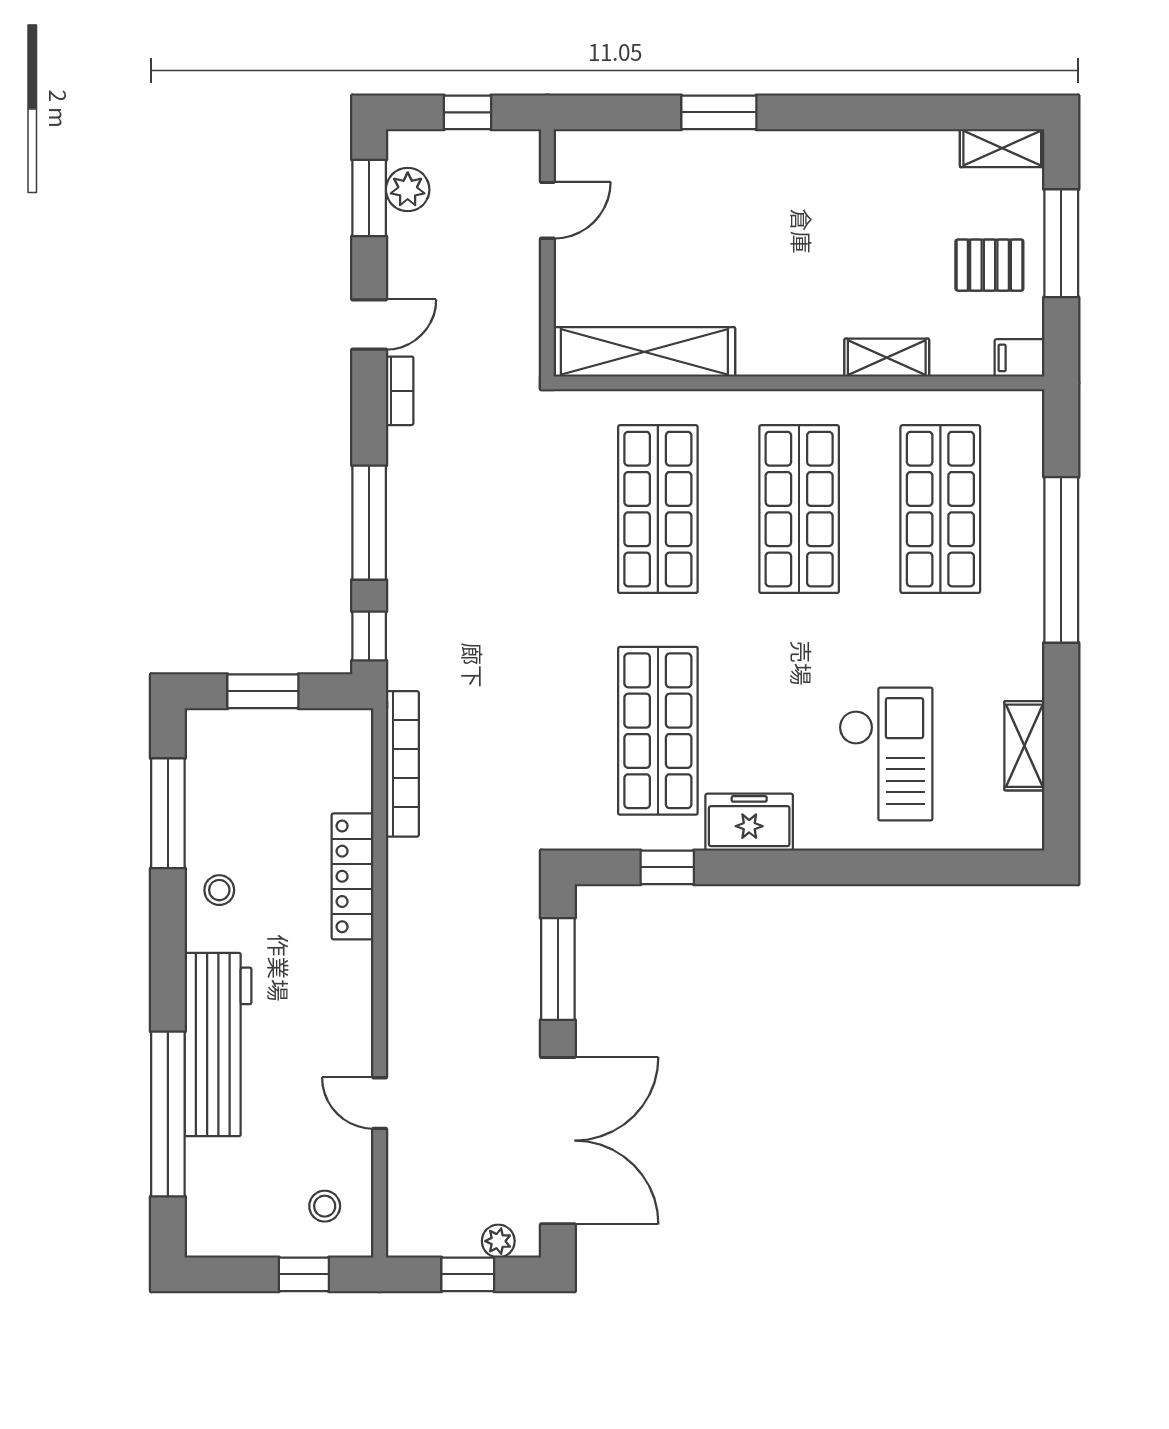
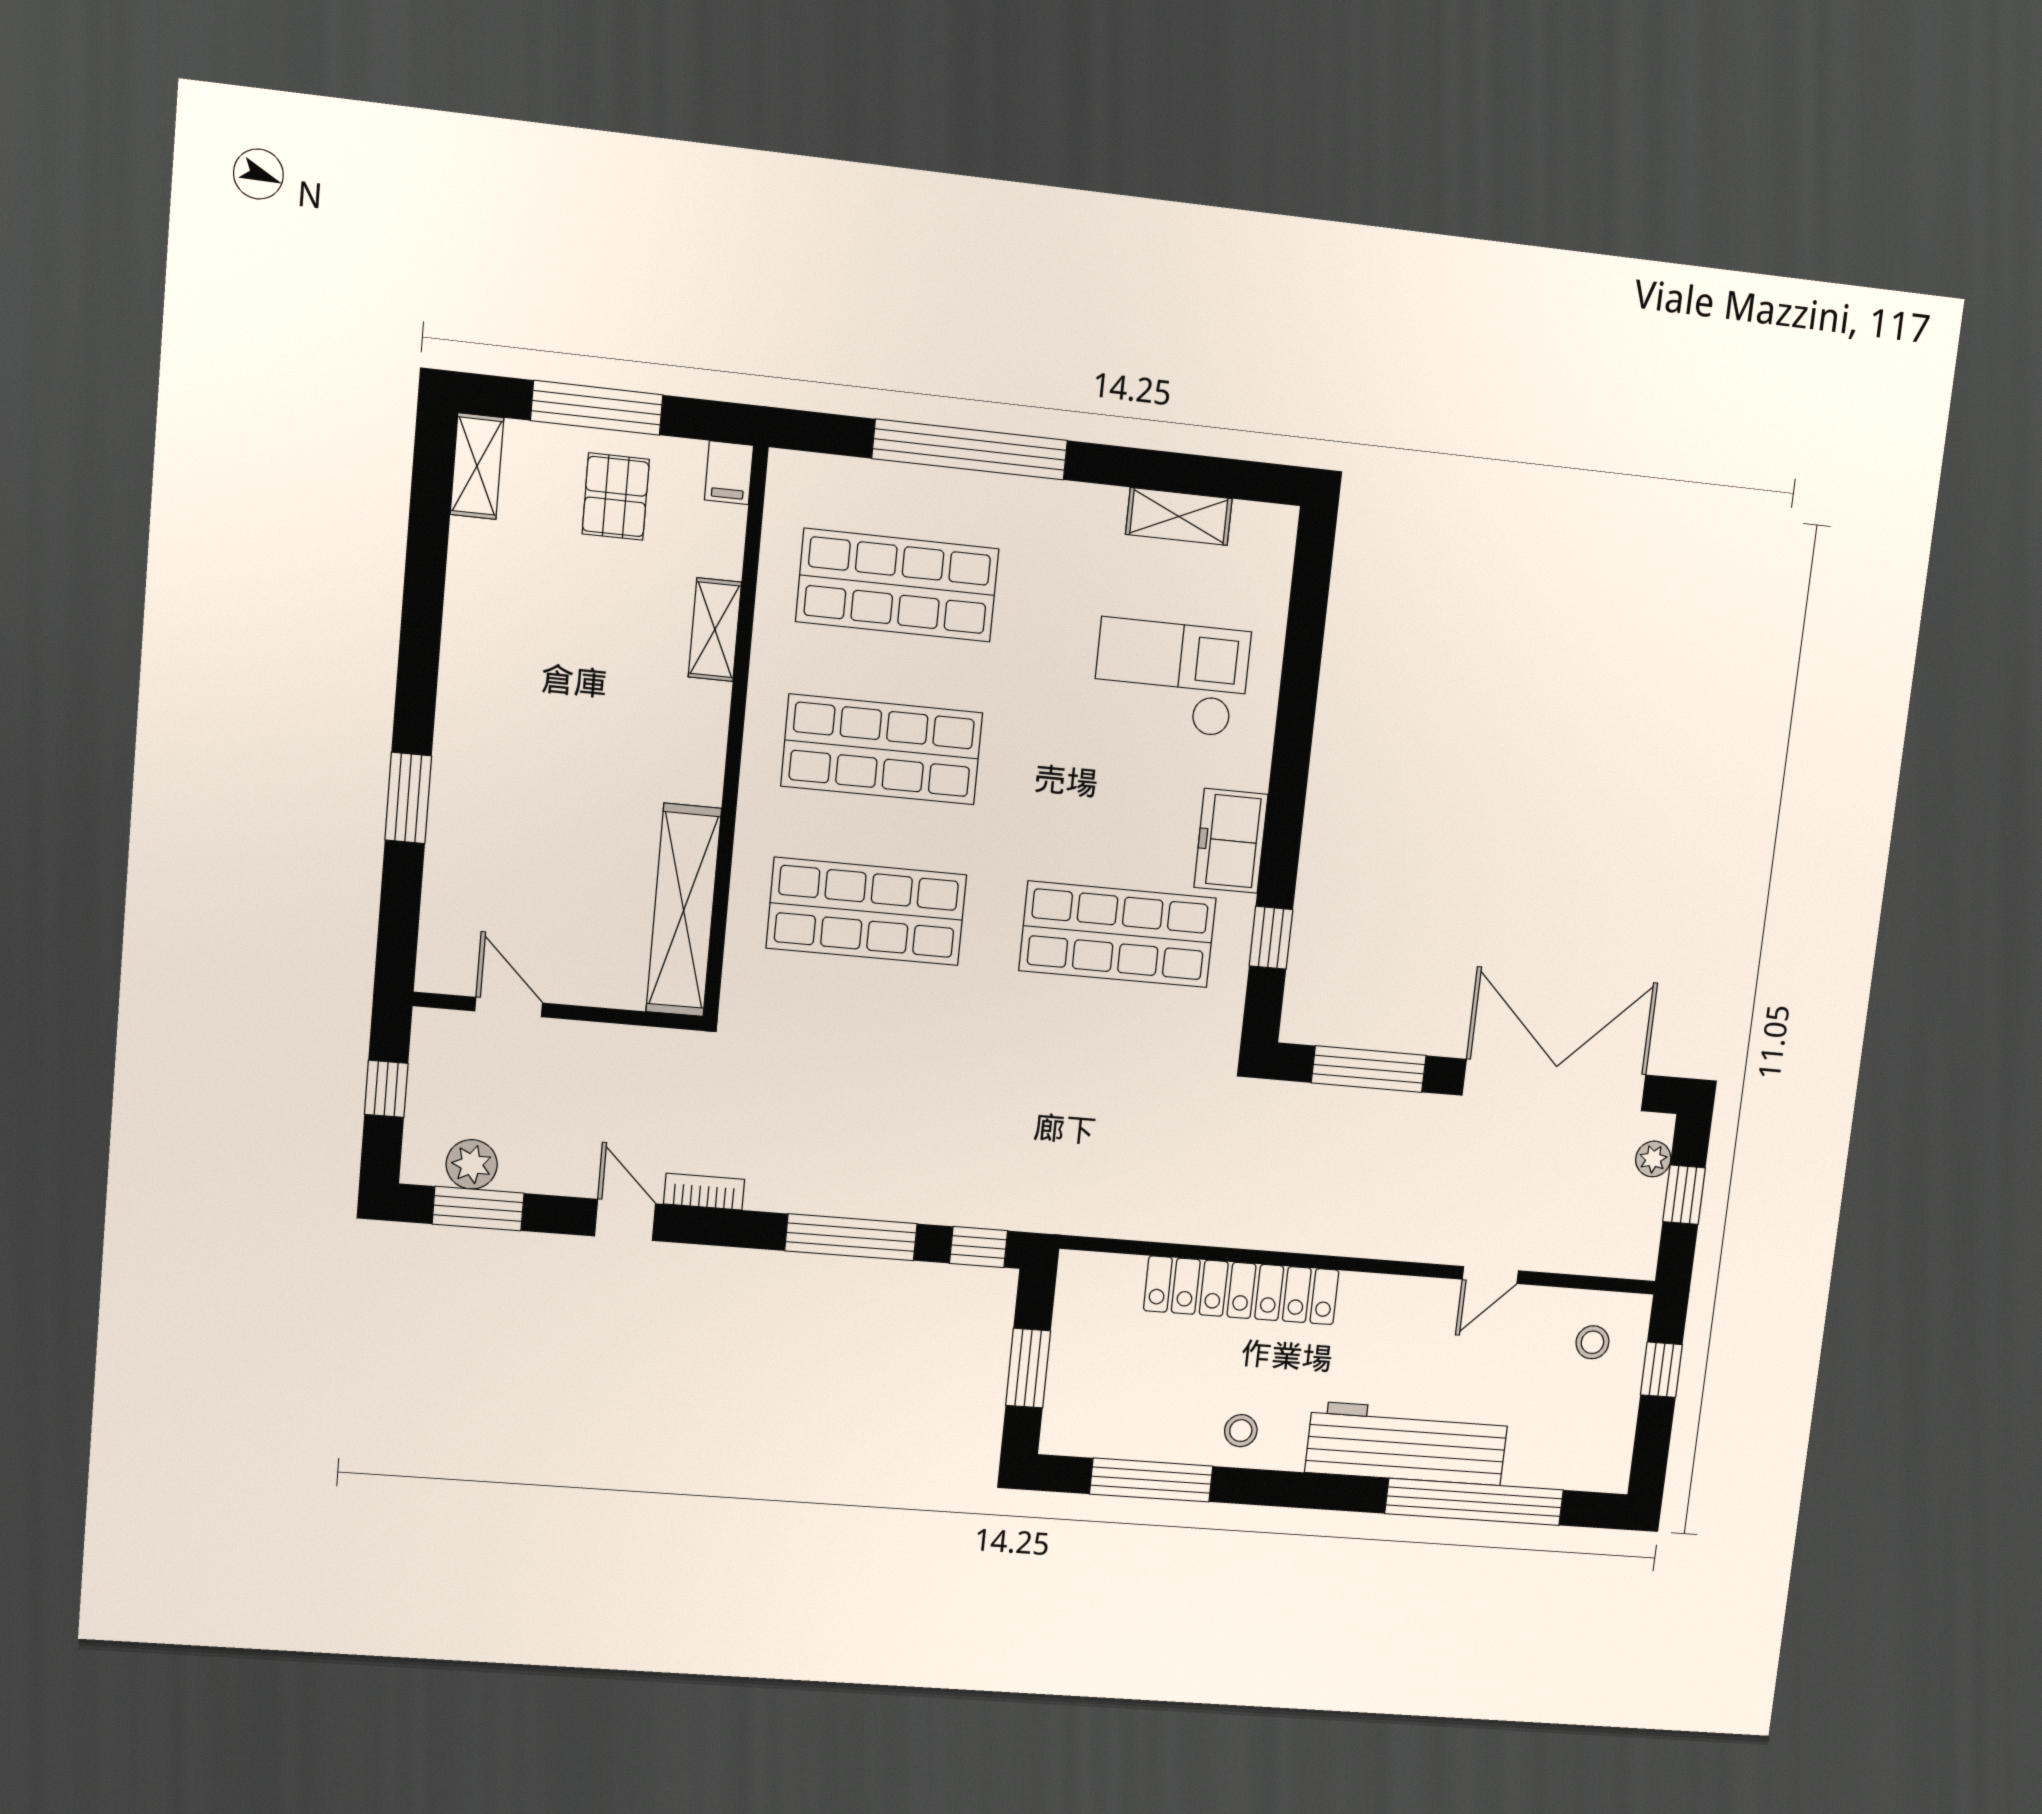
bookcase: (402, 764) -> (1124, 1222), removed
locker: (353, 876) -> (1241, 1290), width x1.41, depth x1.21

